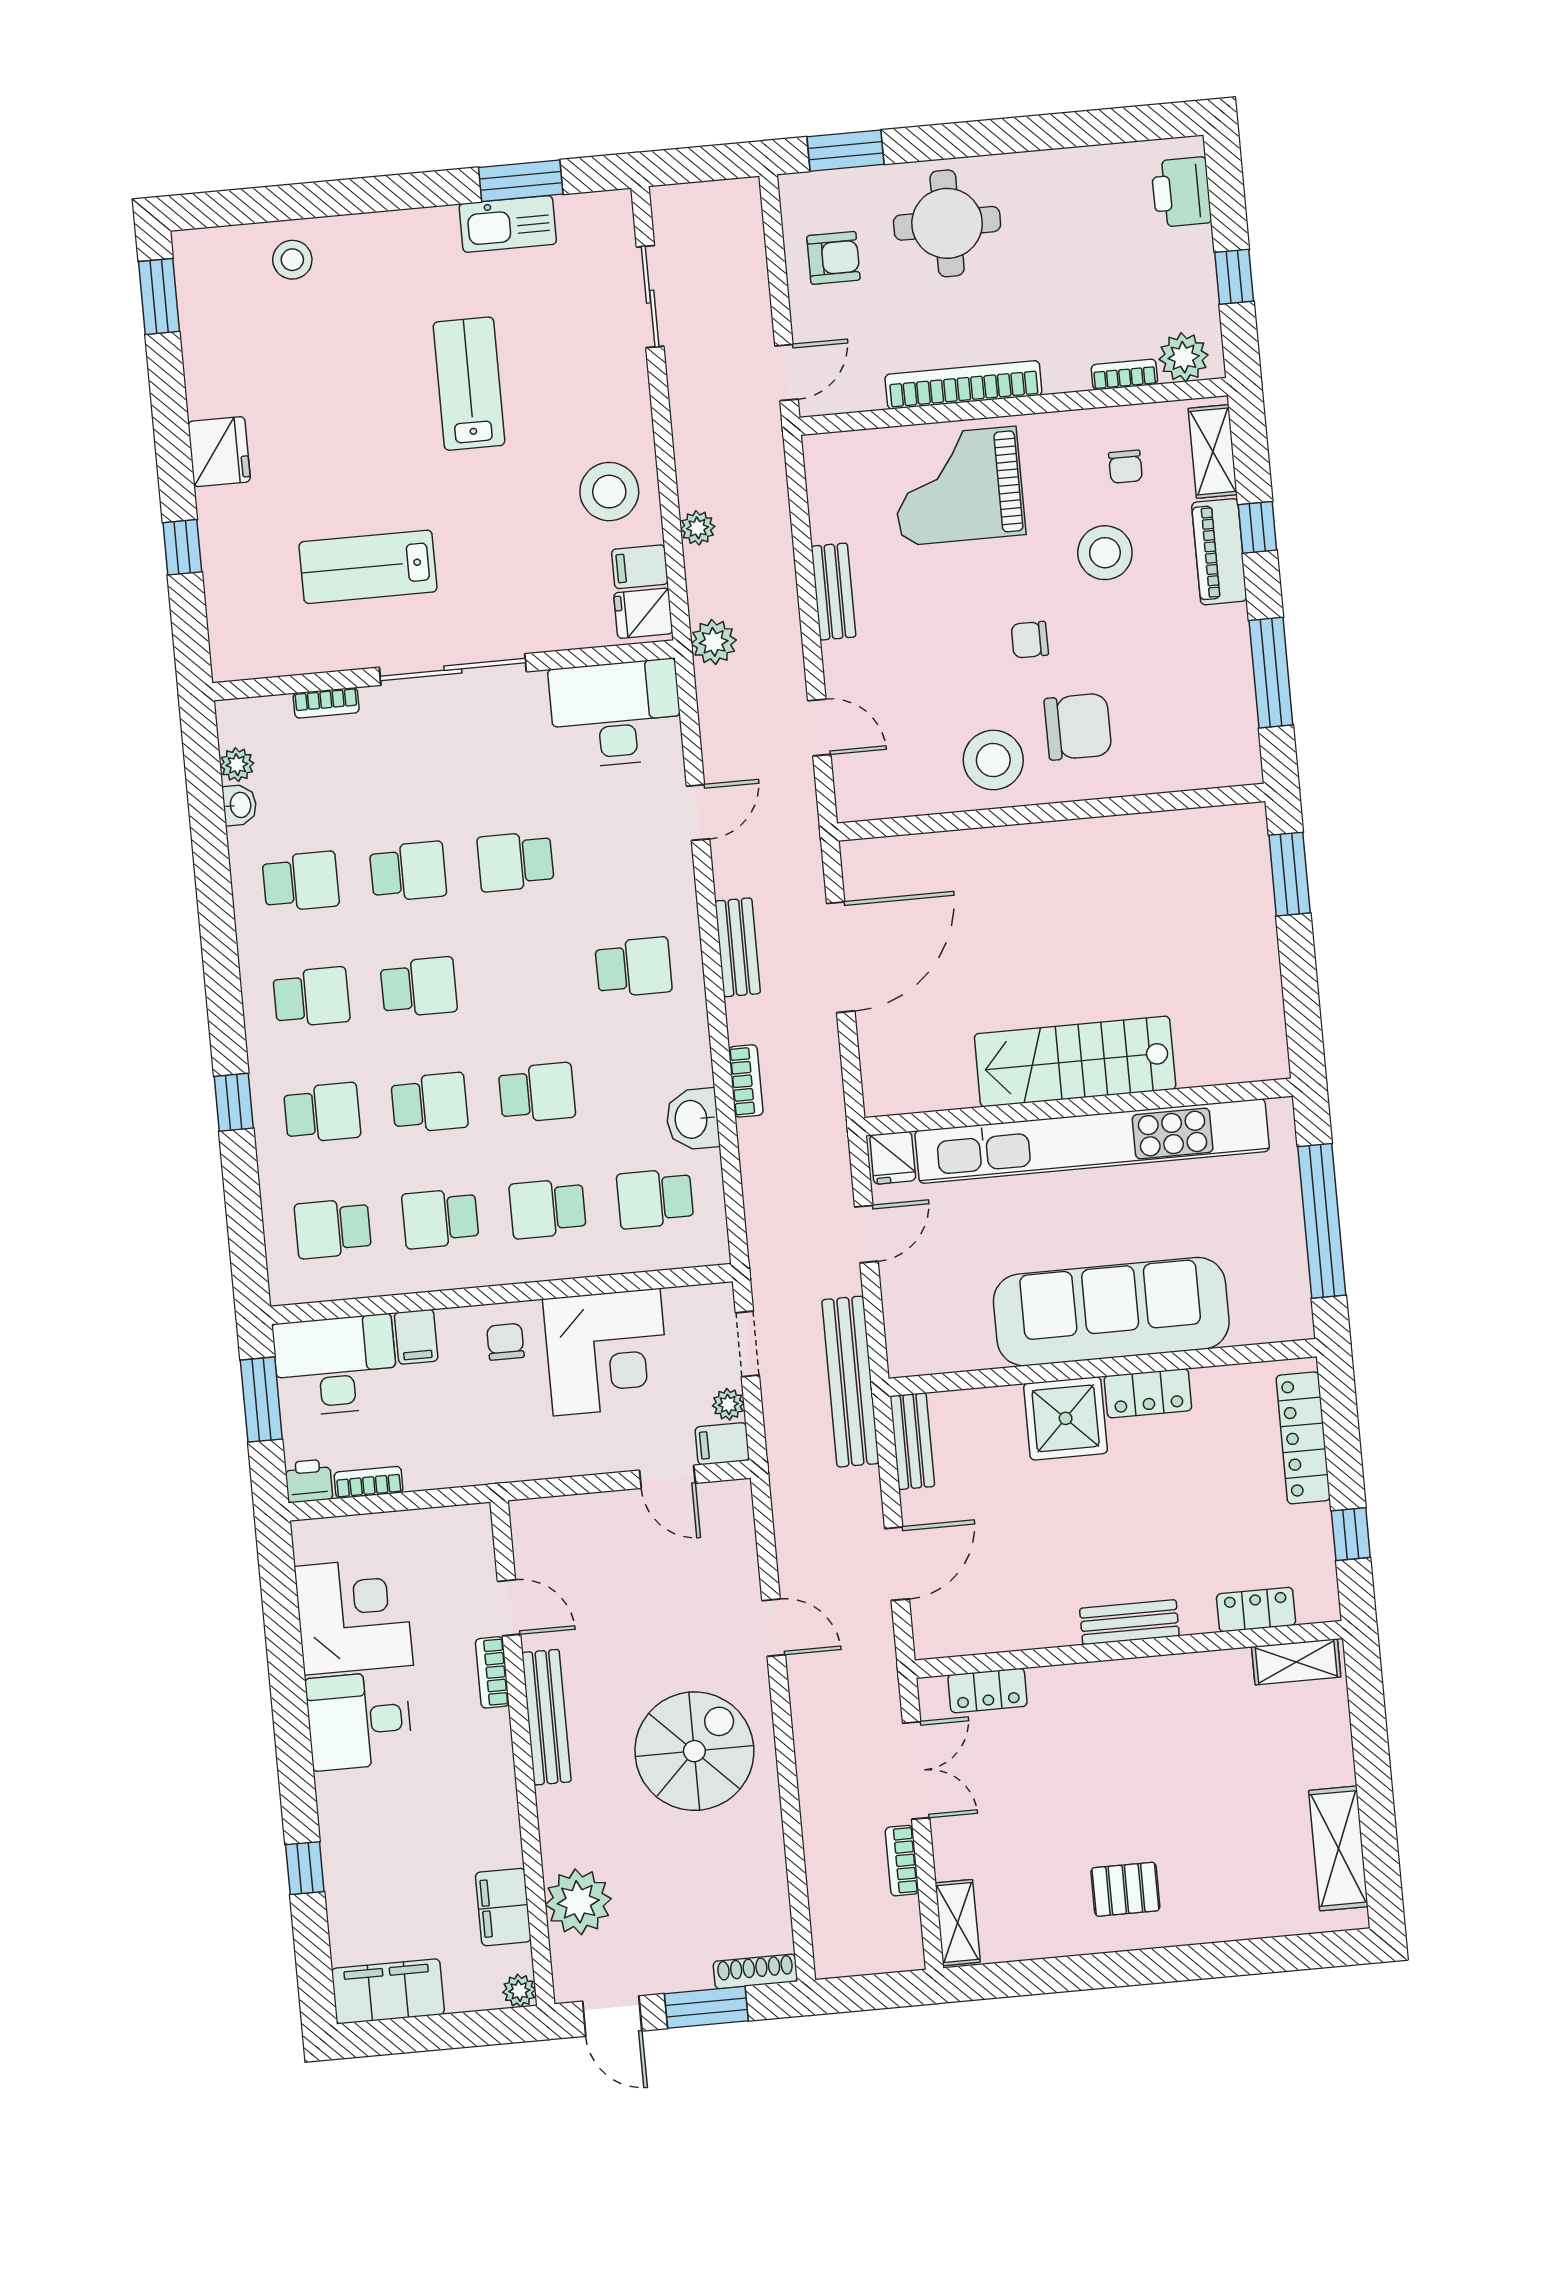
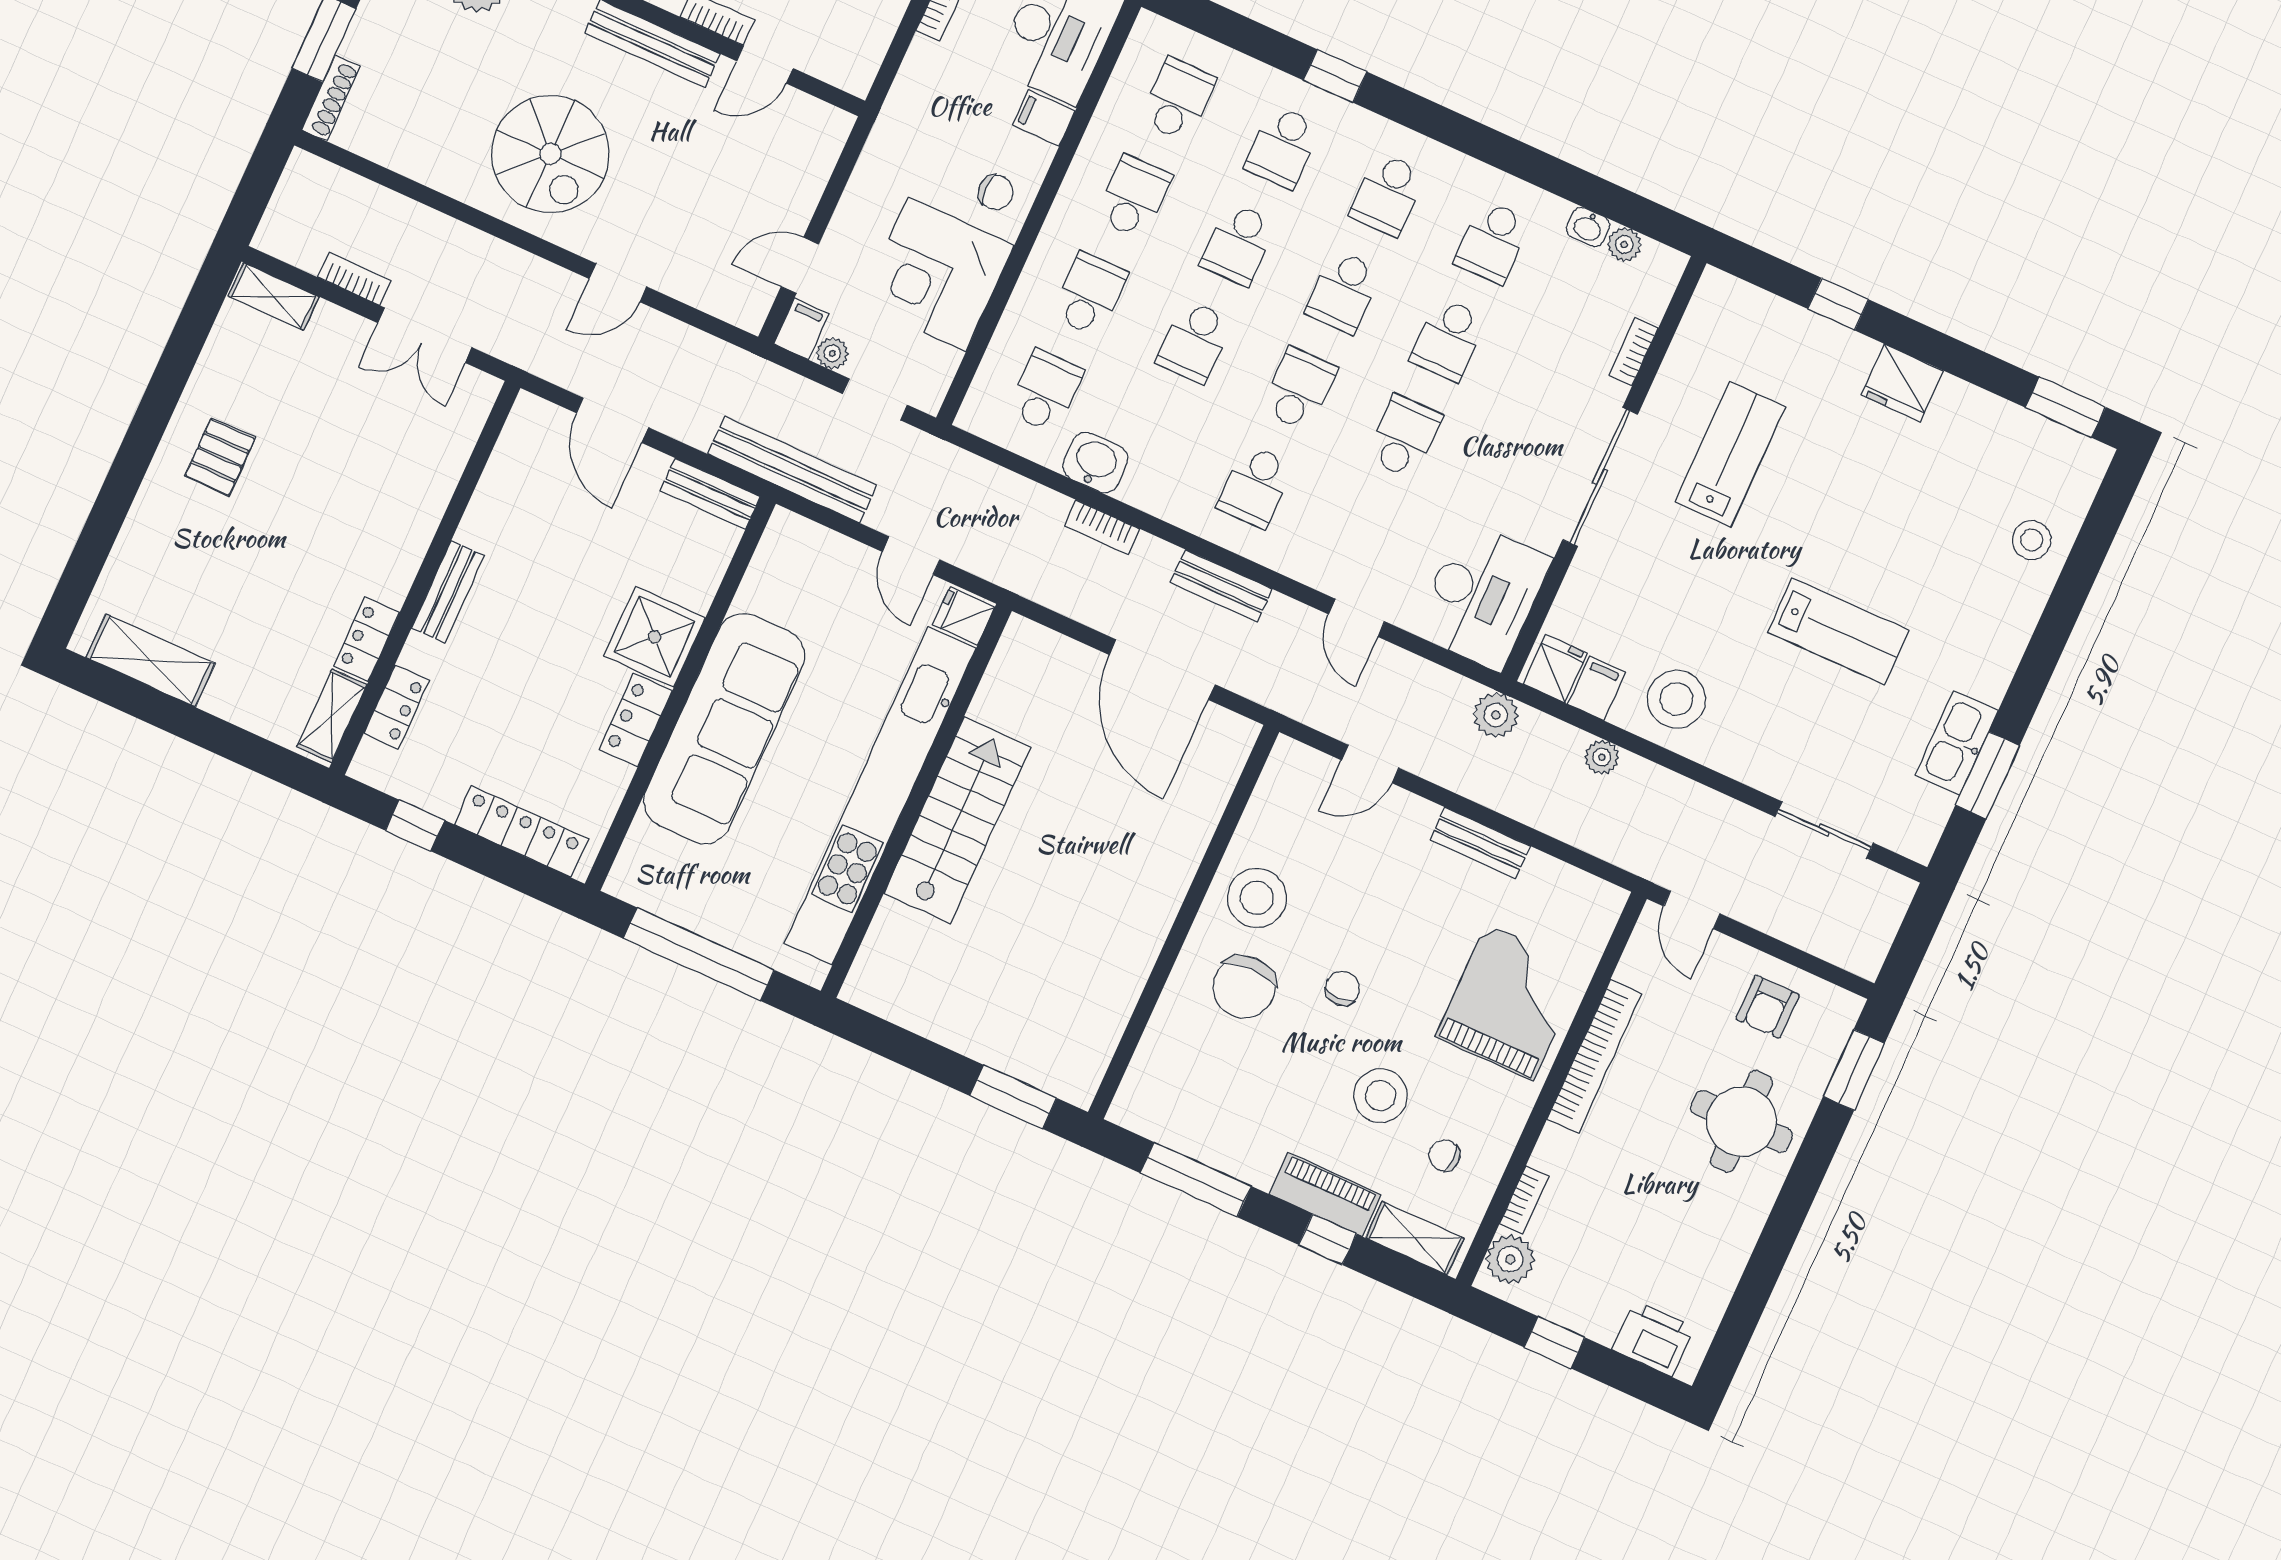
school desk: (526, 977) -> (1299, 389), added
locker: (988, 1690) -> (366, 639), moved

